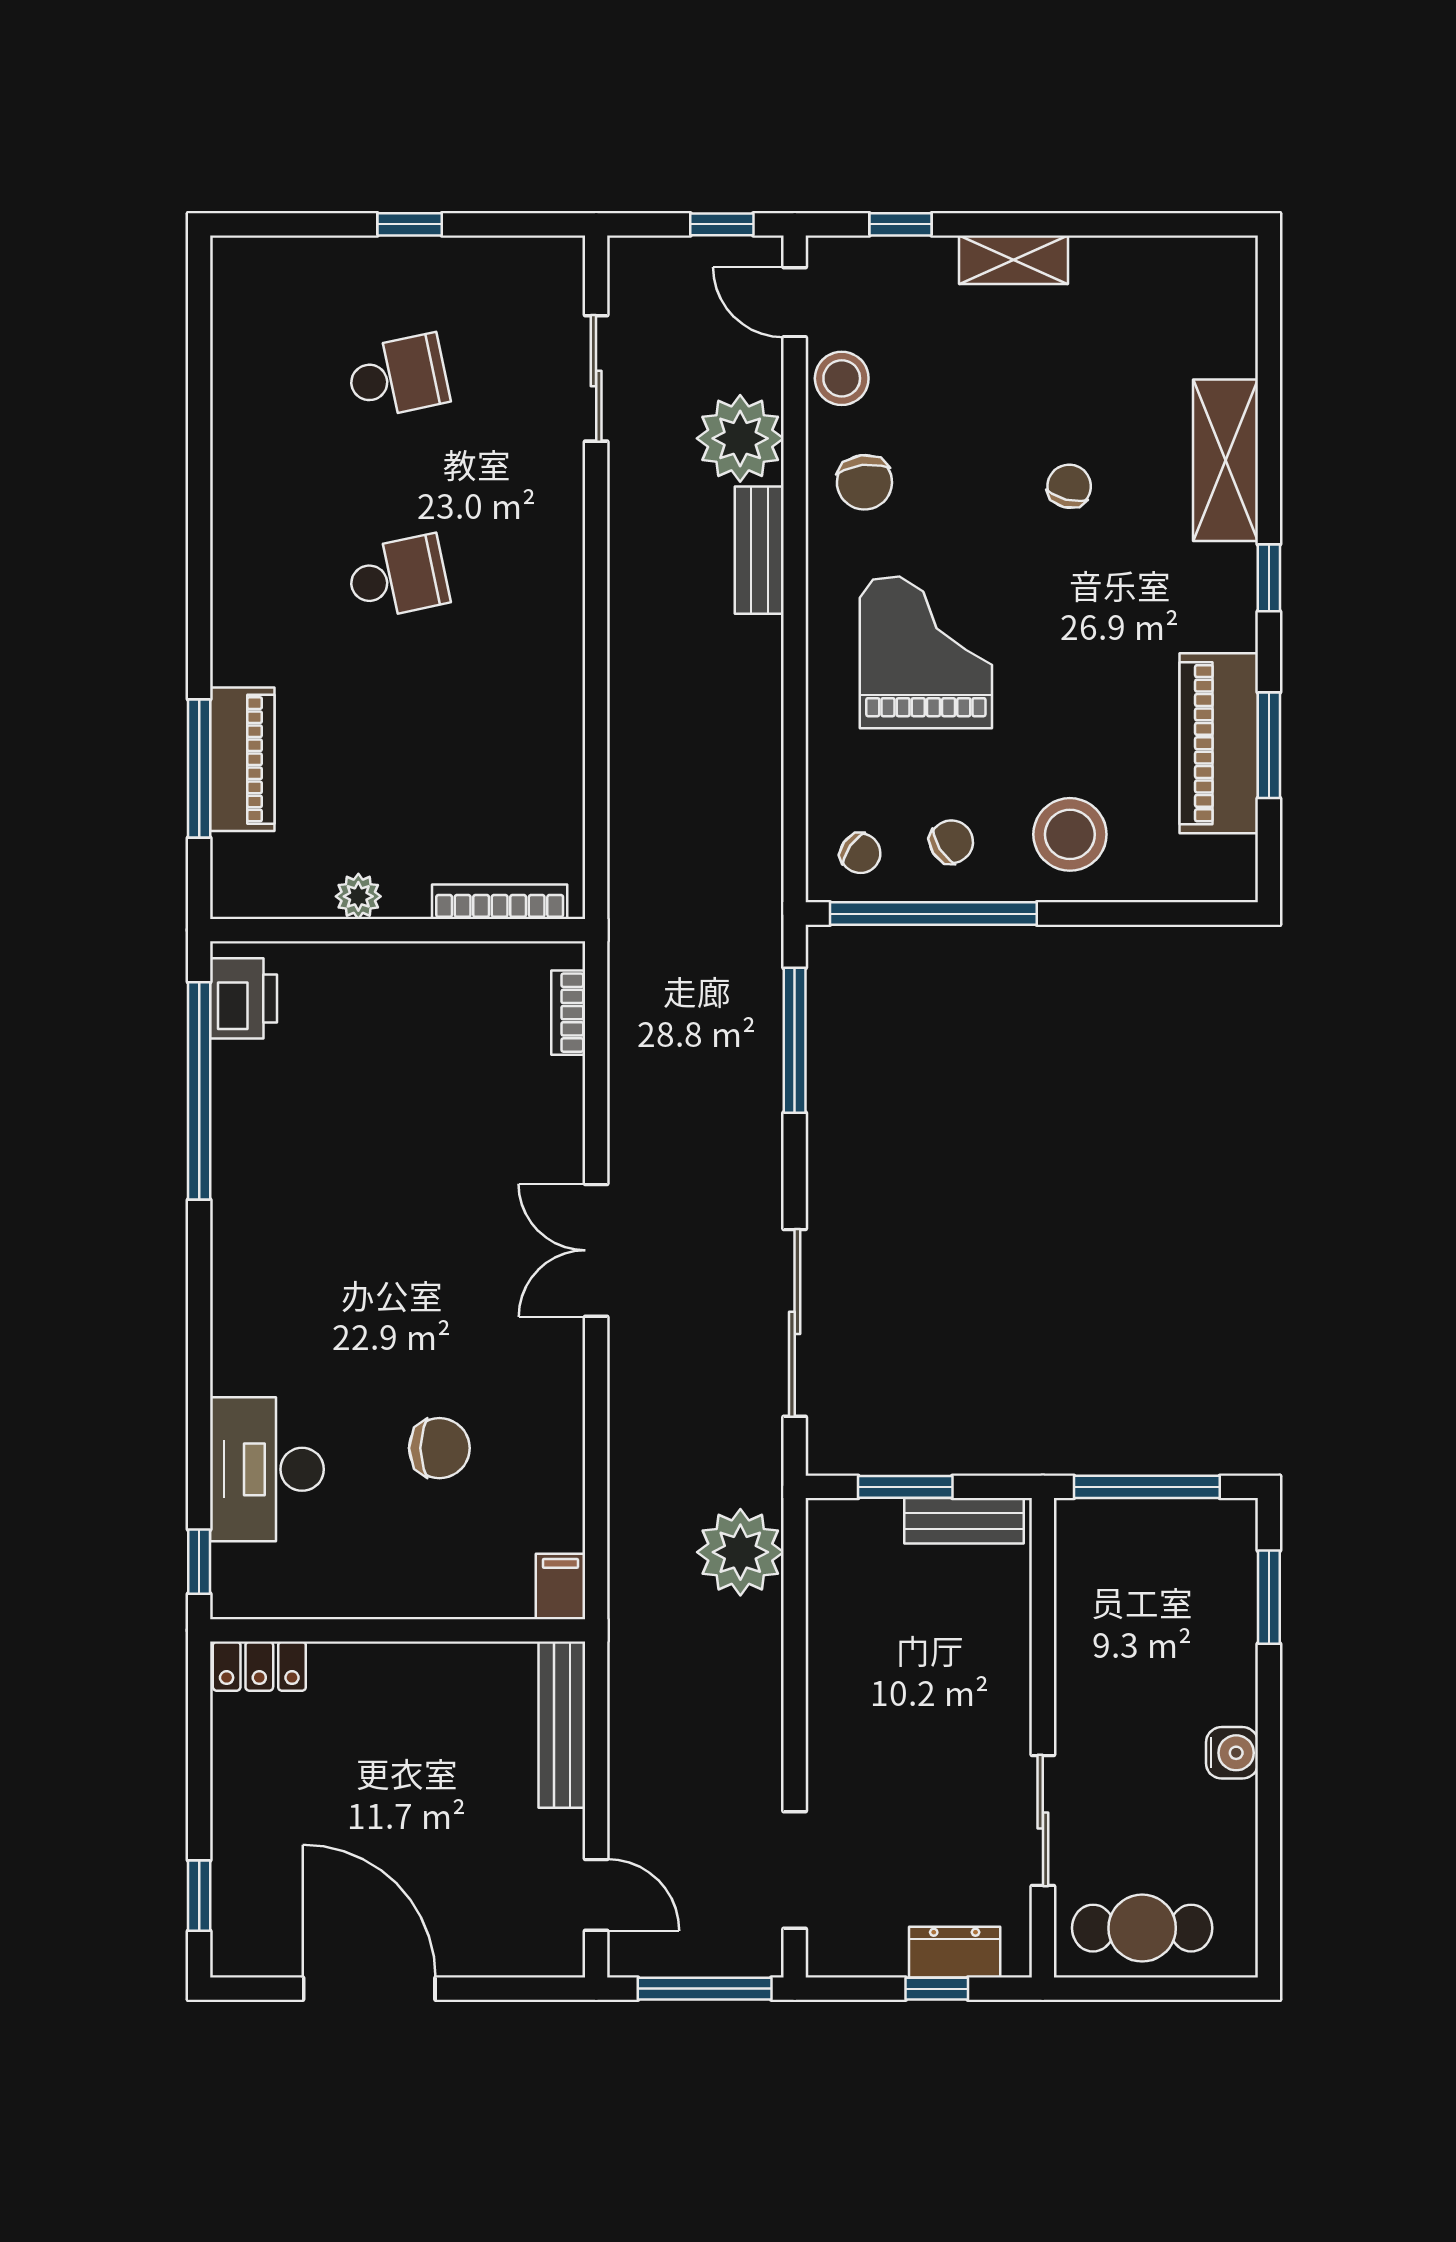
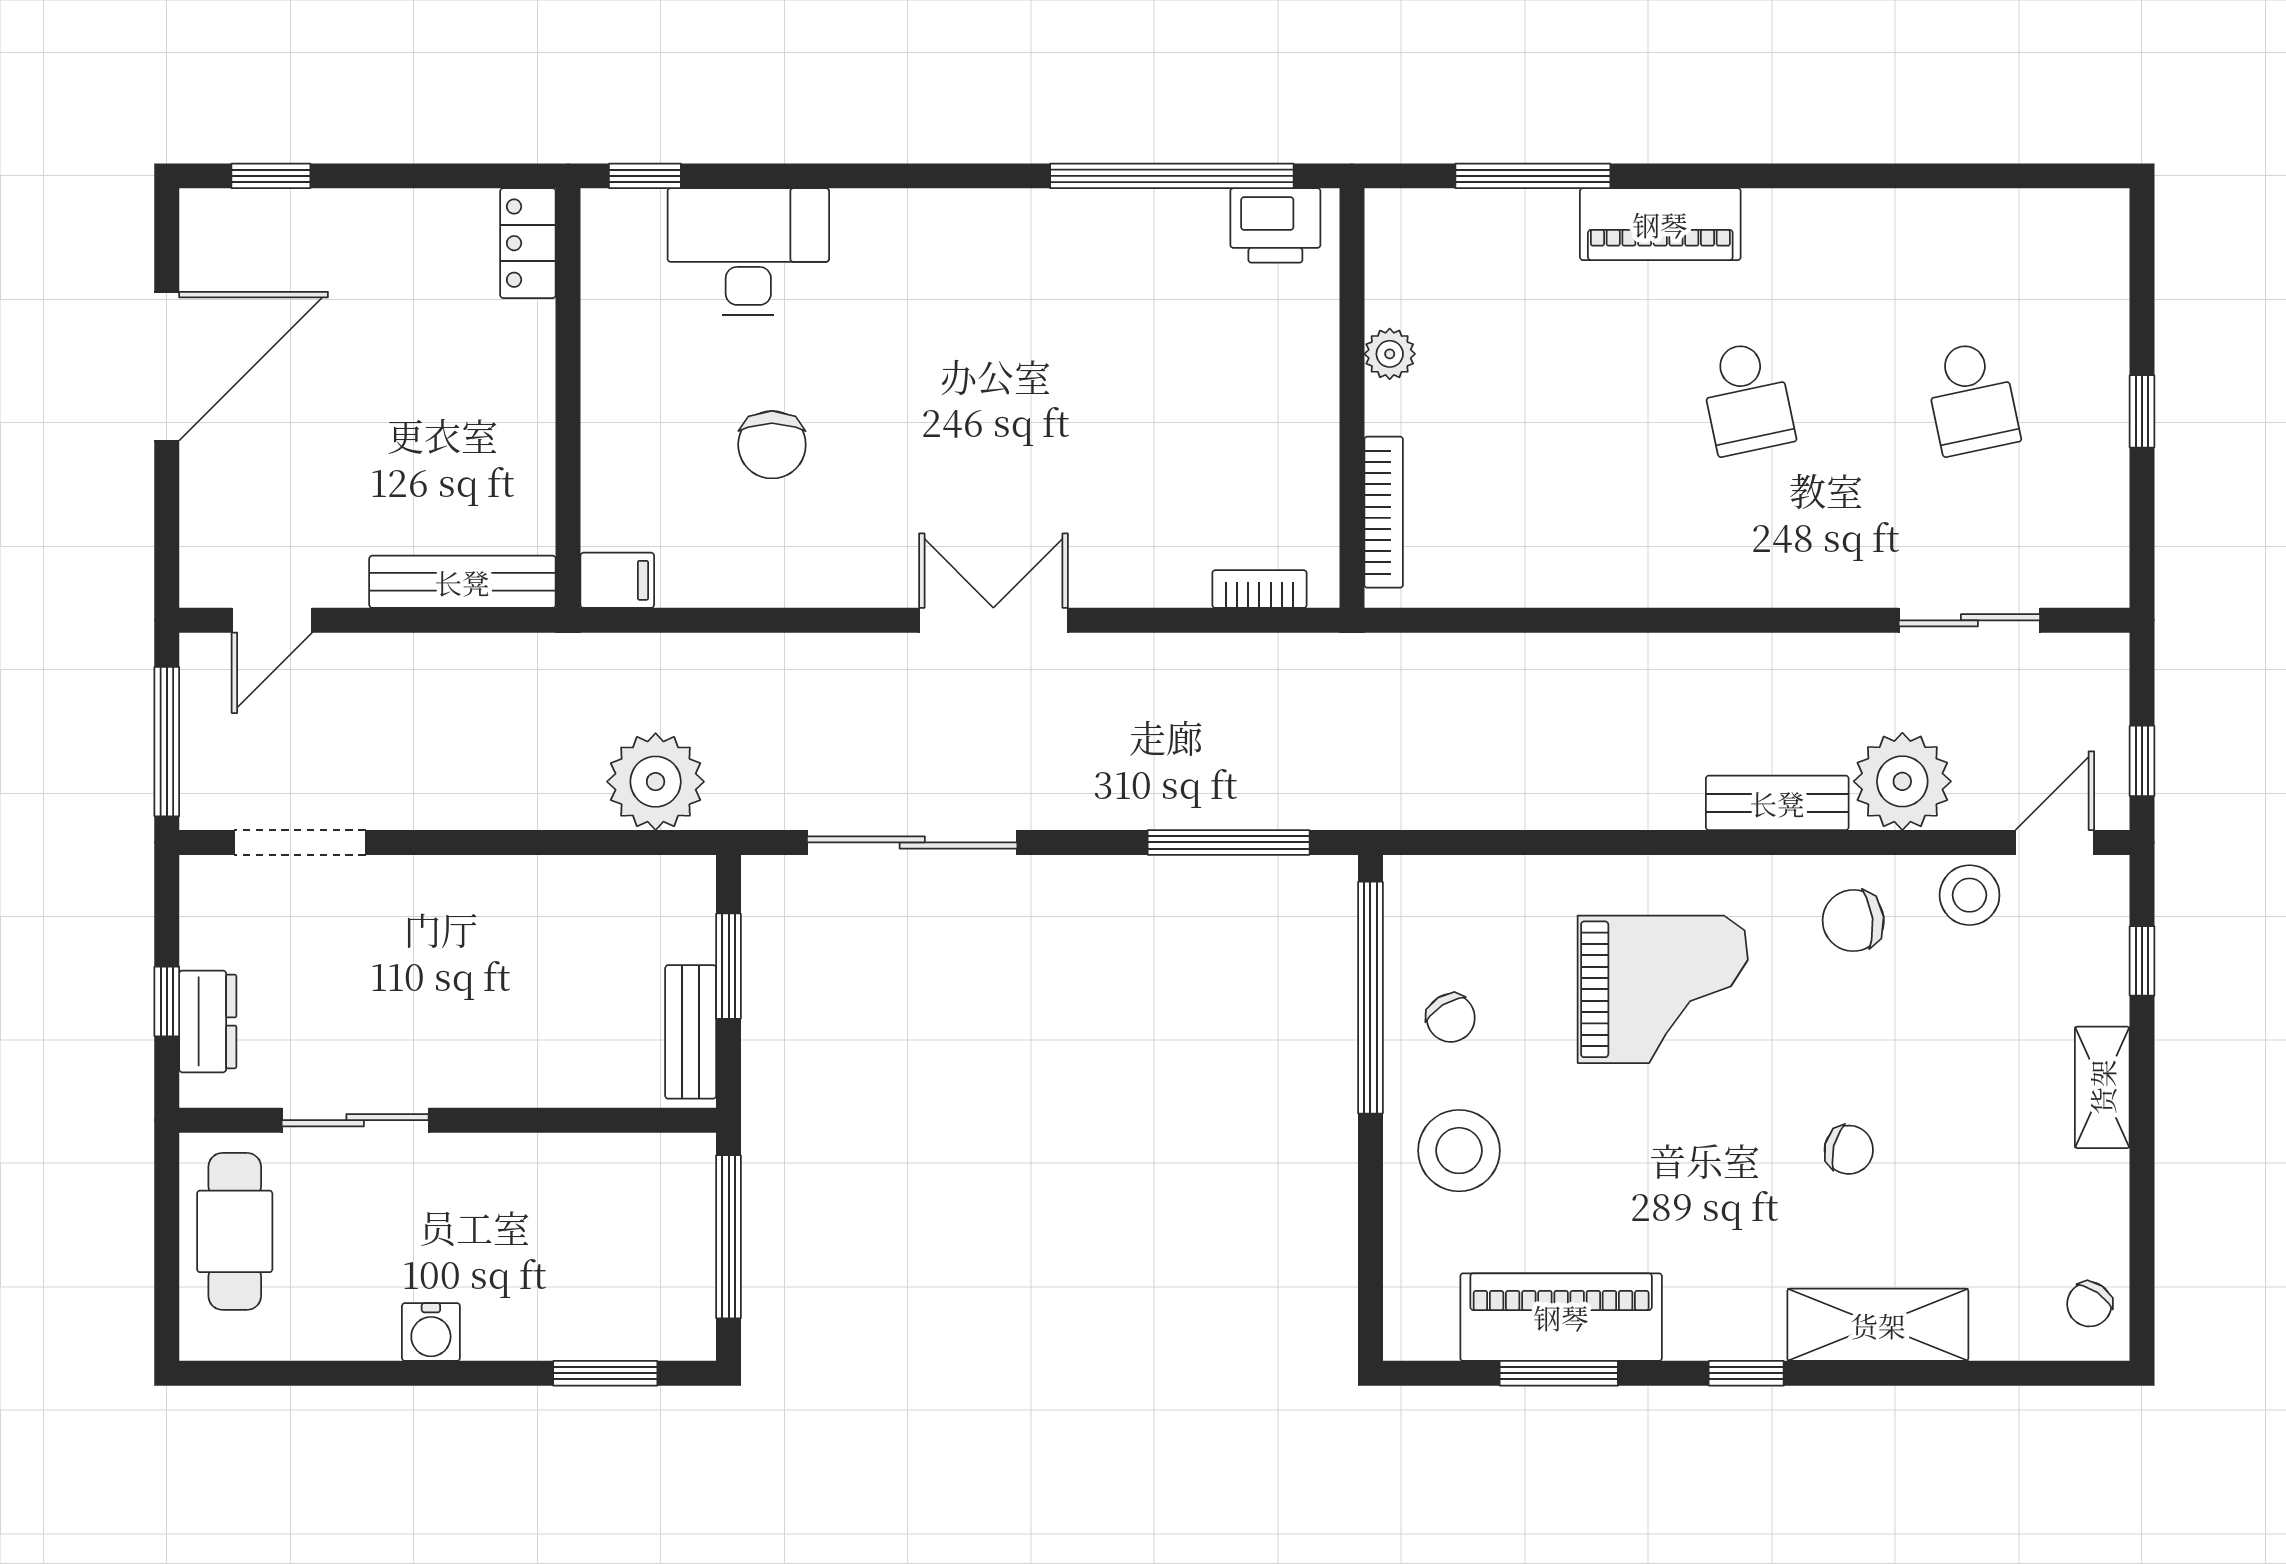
piano: (242, 759) -> (1660, 224), moved
chair: (860, 853) -> (2089, 1304), moved

